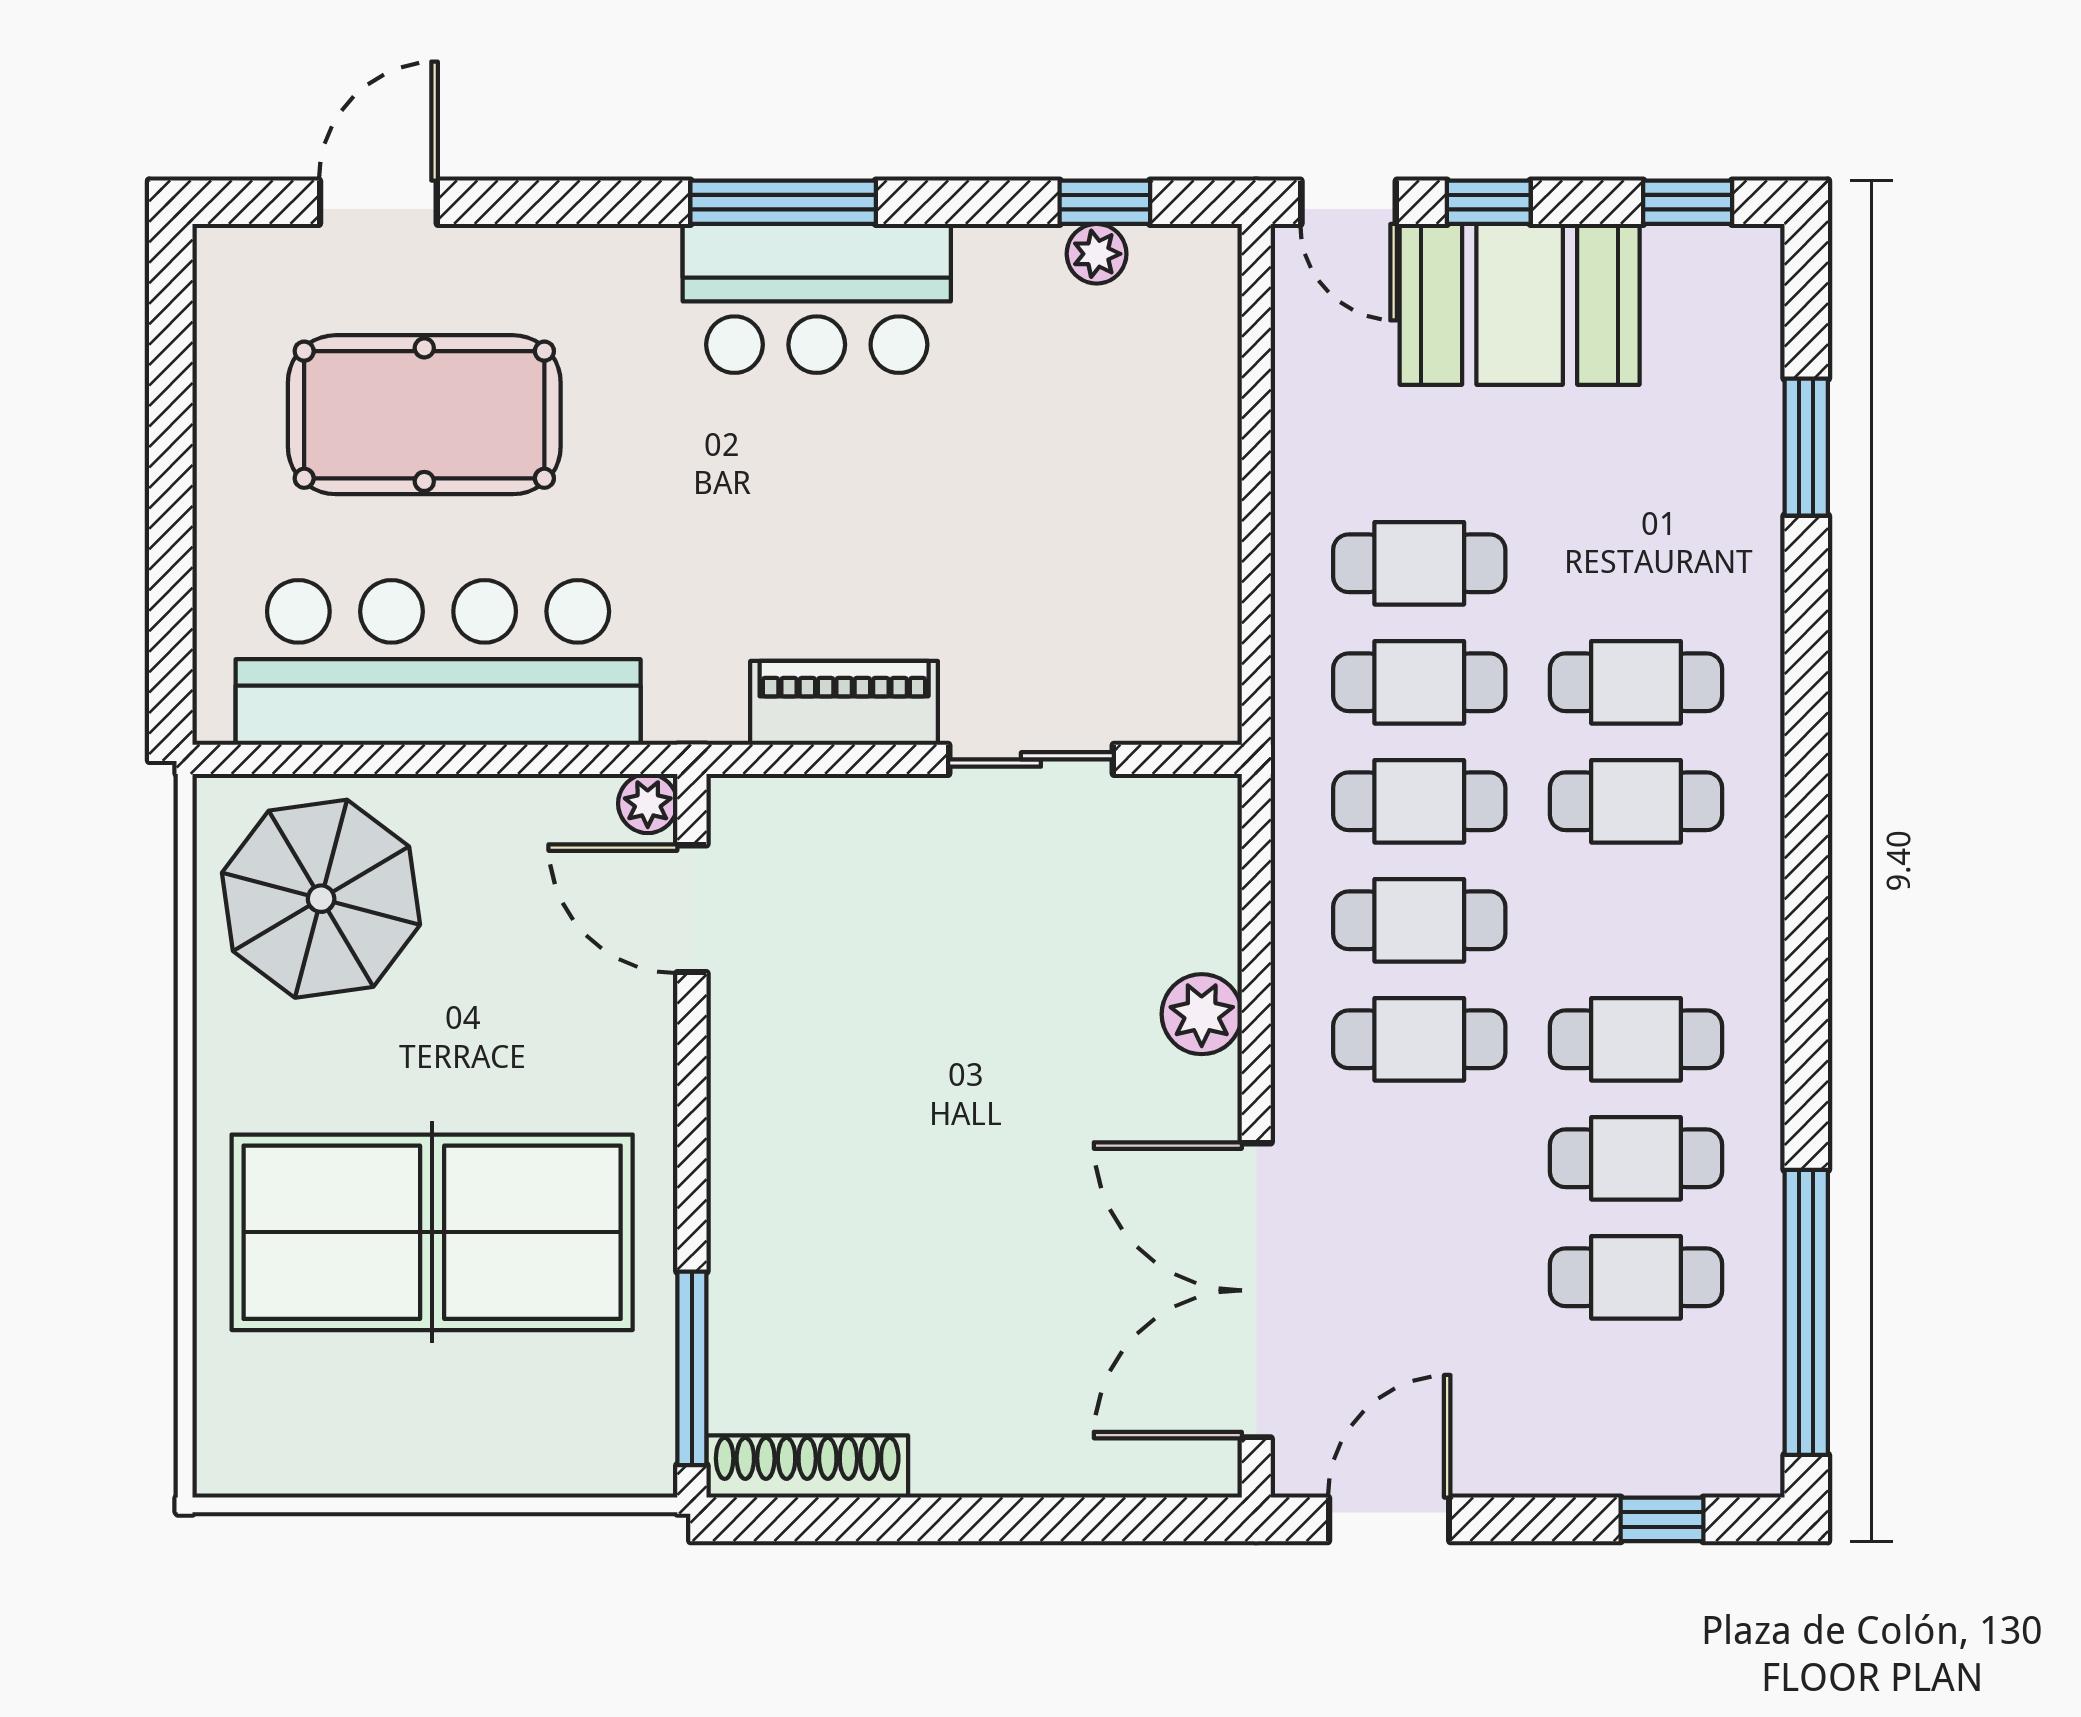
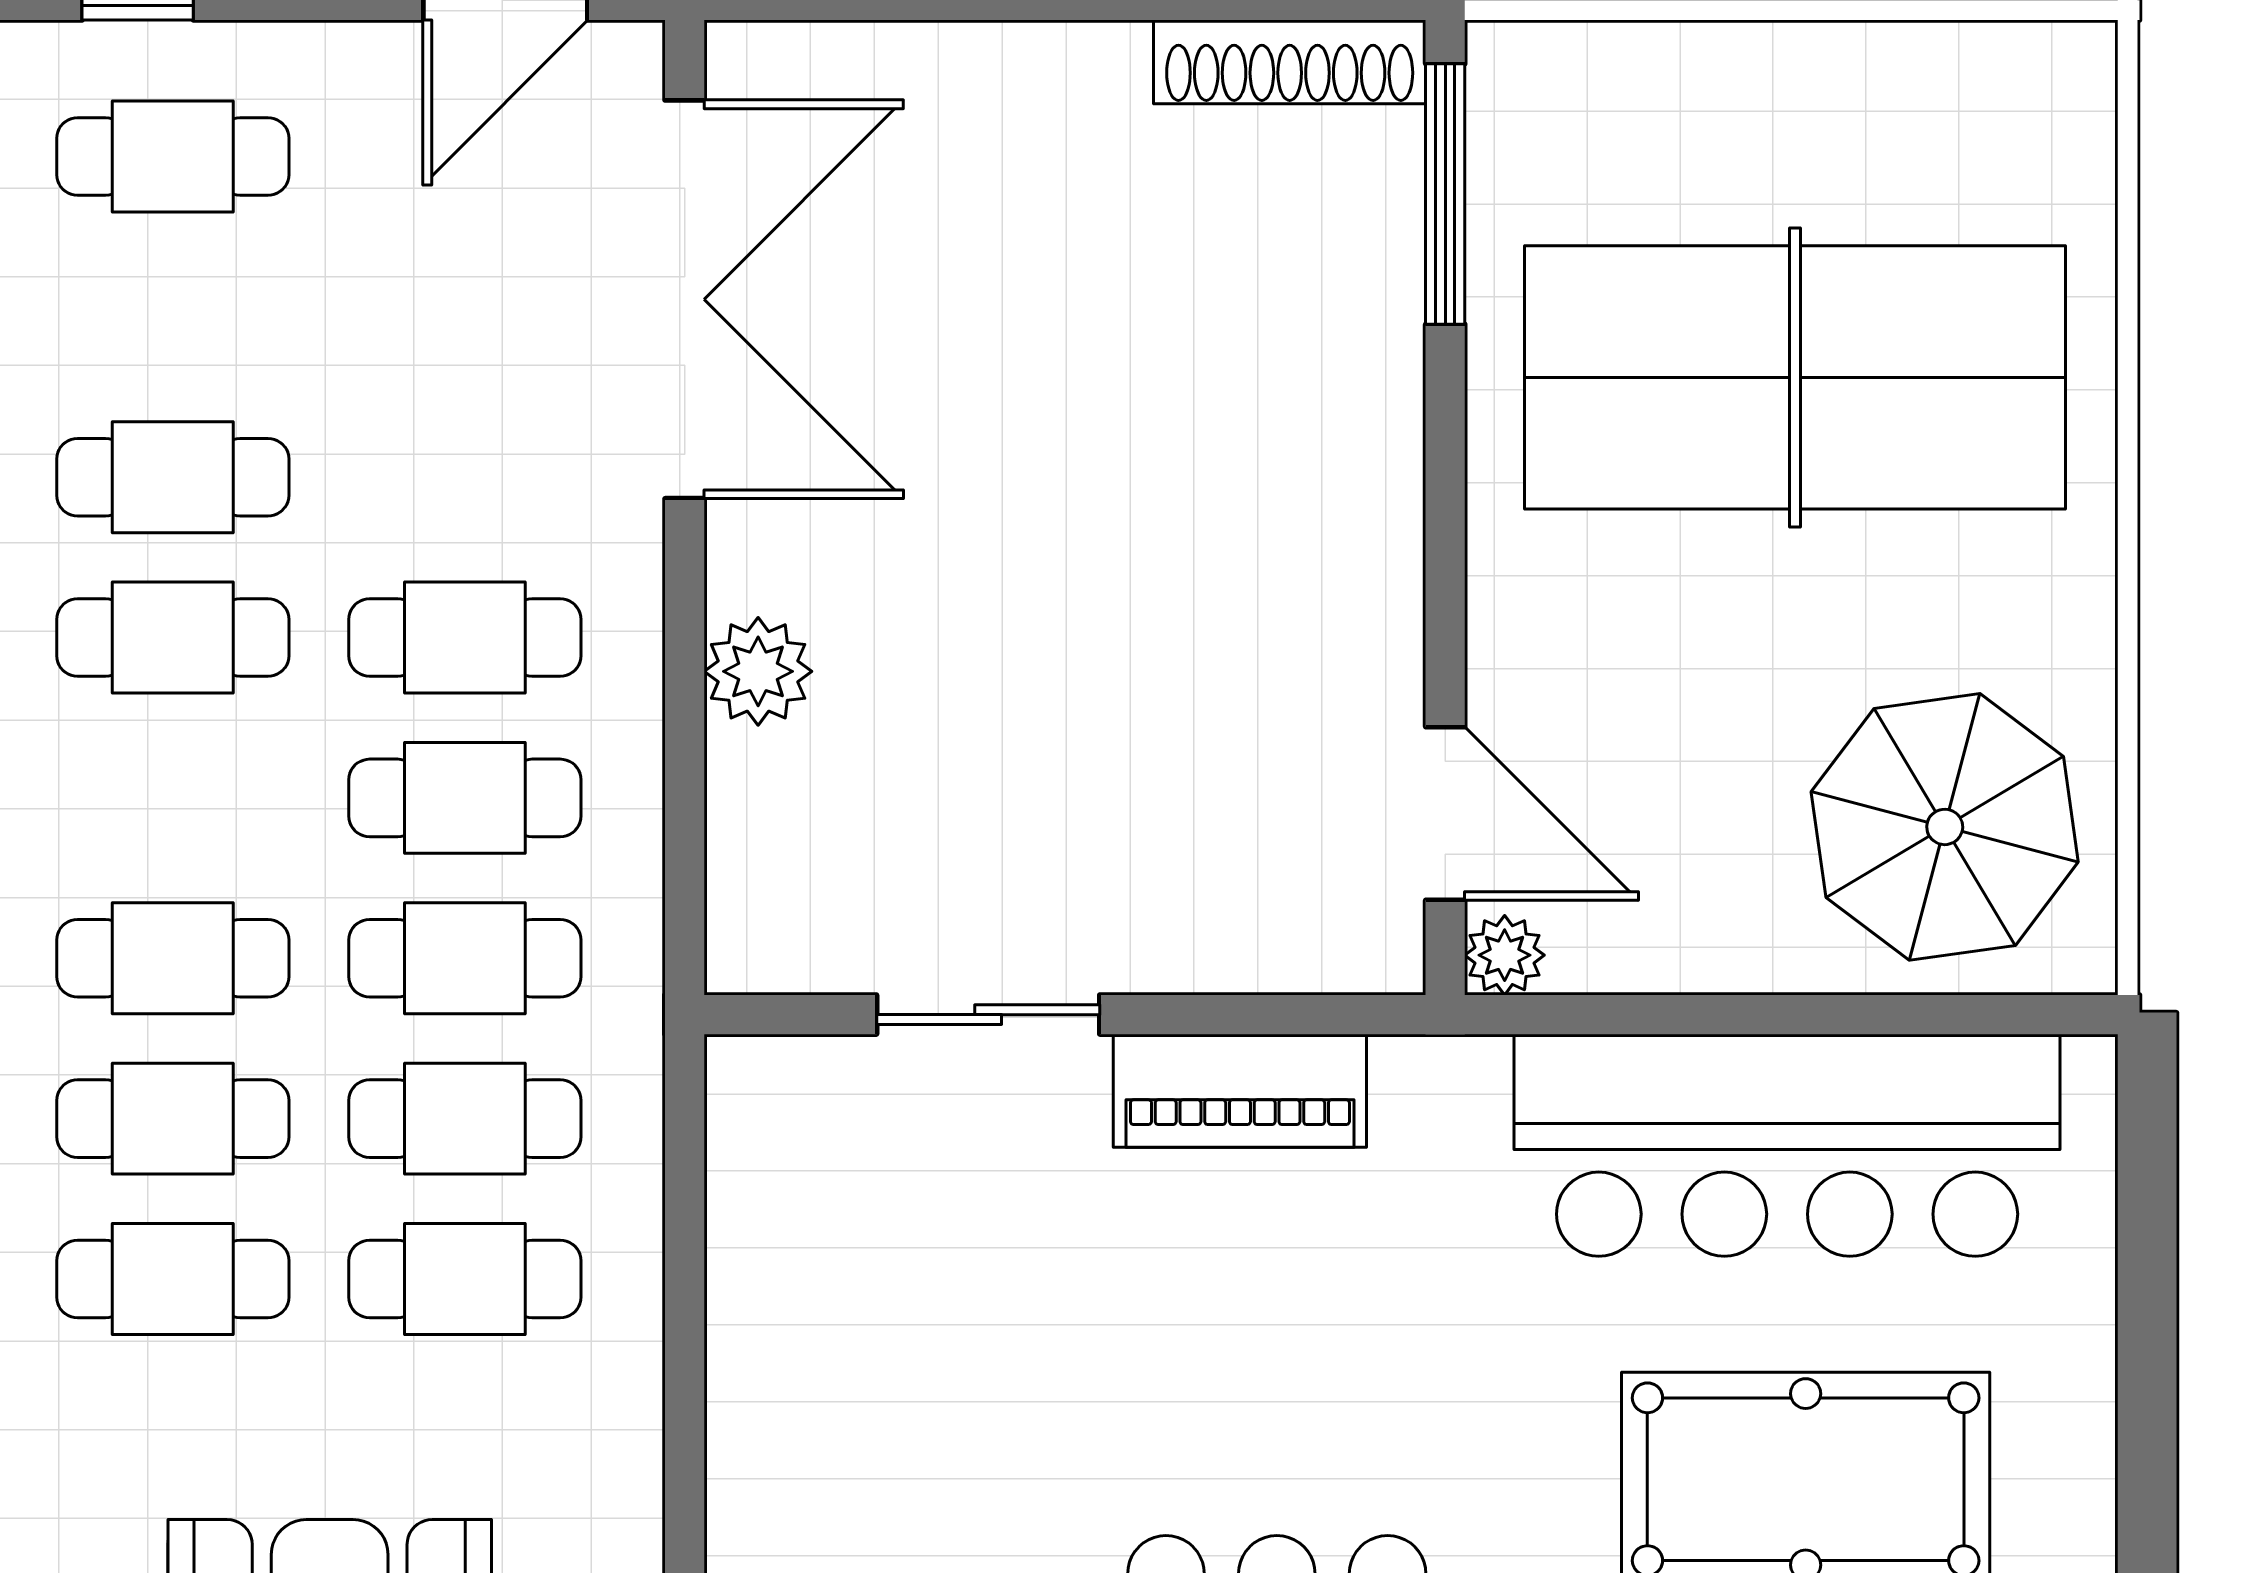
cafe table: (1636, 563) -> (173, 1279), added
cafe table: (1636, 1277) -> (173, 156), moved

